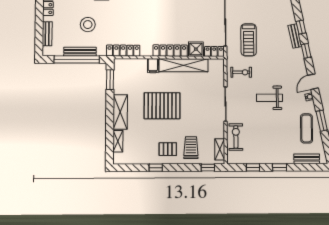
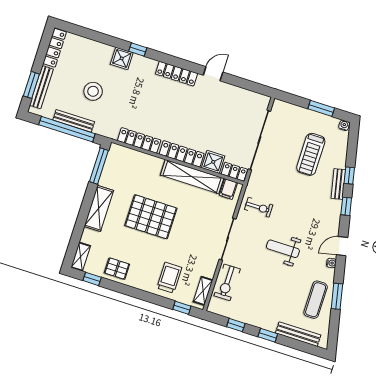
window: (39, 34) -> (31, 85), added
bench: (47, 34) -> (41, 87), width x1.36
treadmill: (249, 40) -> (311, 154), moved
locker: (123, 51) -> (139, 140), moved
filing cabinet: (153, 66) -> (229, 189), moved
window: (110, 80) -> (99, 166), width x1.44
exercise bike: (236, 137) -> (227, 282), turned 180
shelving: (118, 141) -> (81, 257), moved
pallet: (168, 149) -> (117, 269), moved
bench: (307, 159) -> (298, 334), width x1.36
window: (156, 168) -> (92, 279), moved

